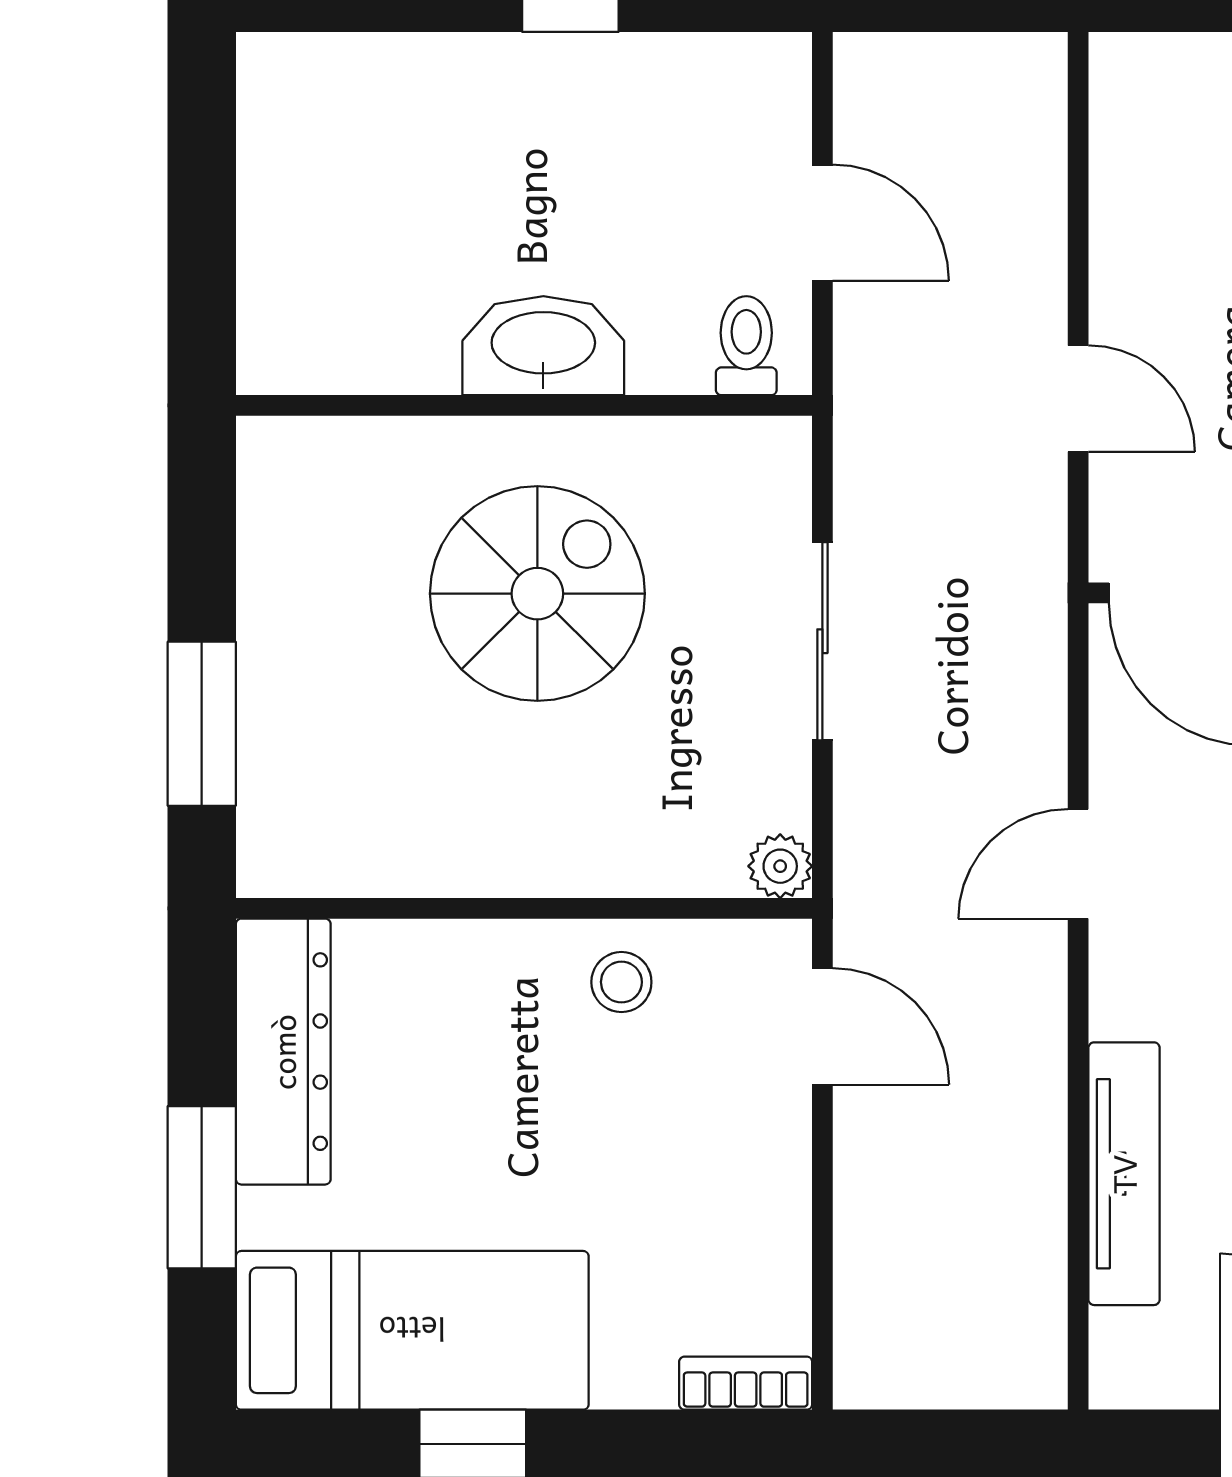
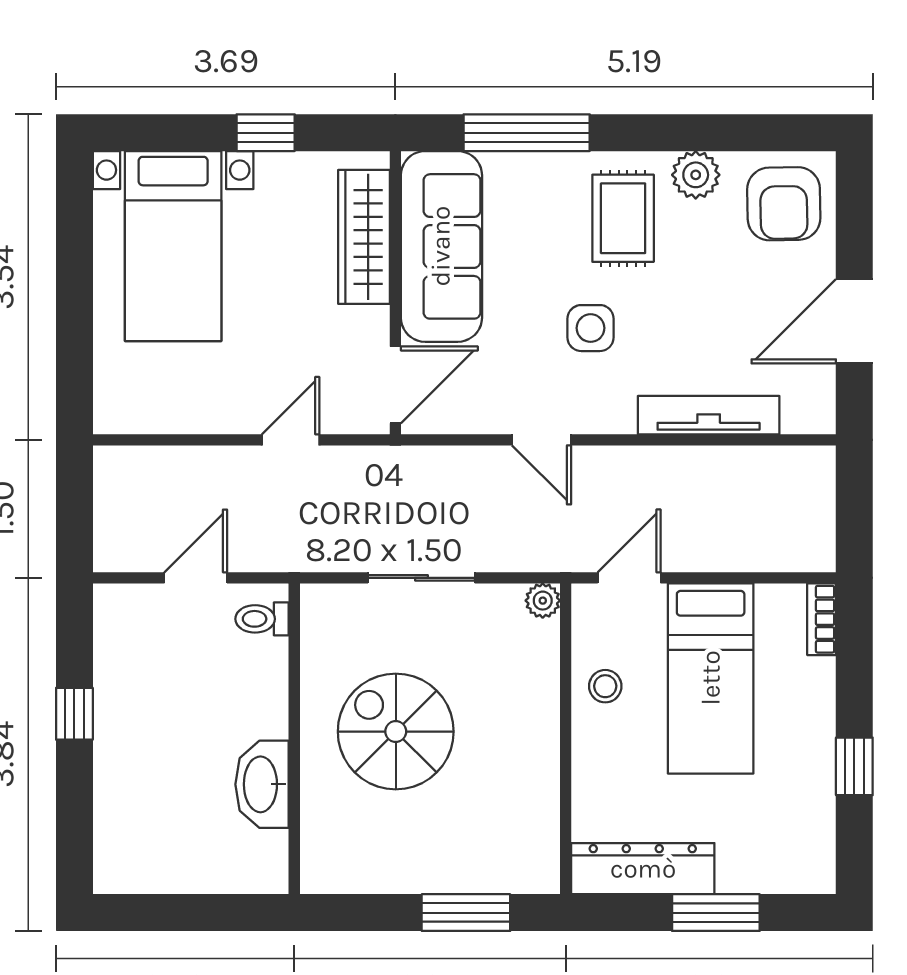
washbasin: (543, 346) -> (262, 784), moved
bed: (412, 1330) -> (711, 678), moved, turned 180

